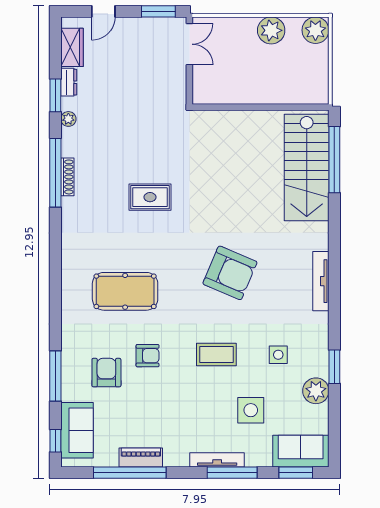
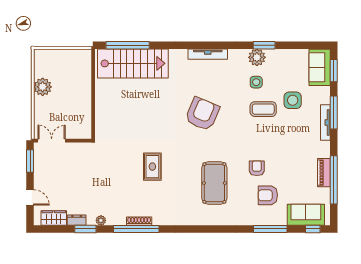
plant: (315, 30) -> (42, 58), removed
coffee table: (216, 354) -> (263, 109), moved, turned 90
plant: (316, 391) -> (257, 57), moved

